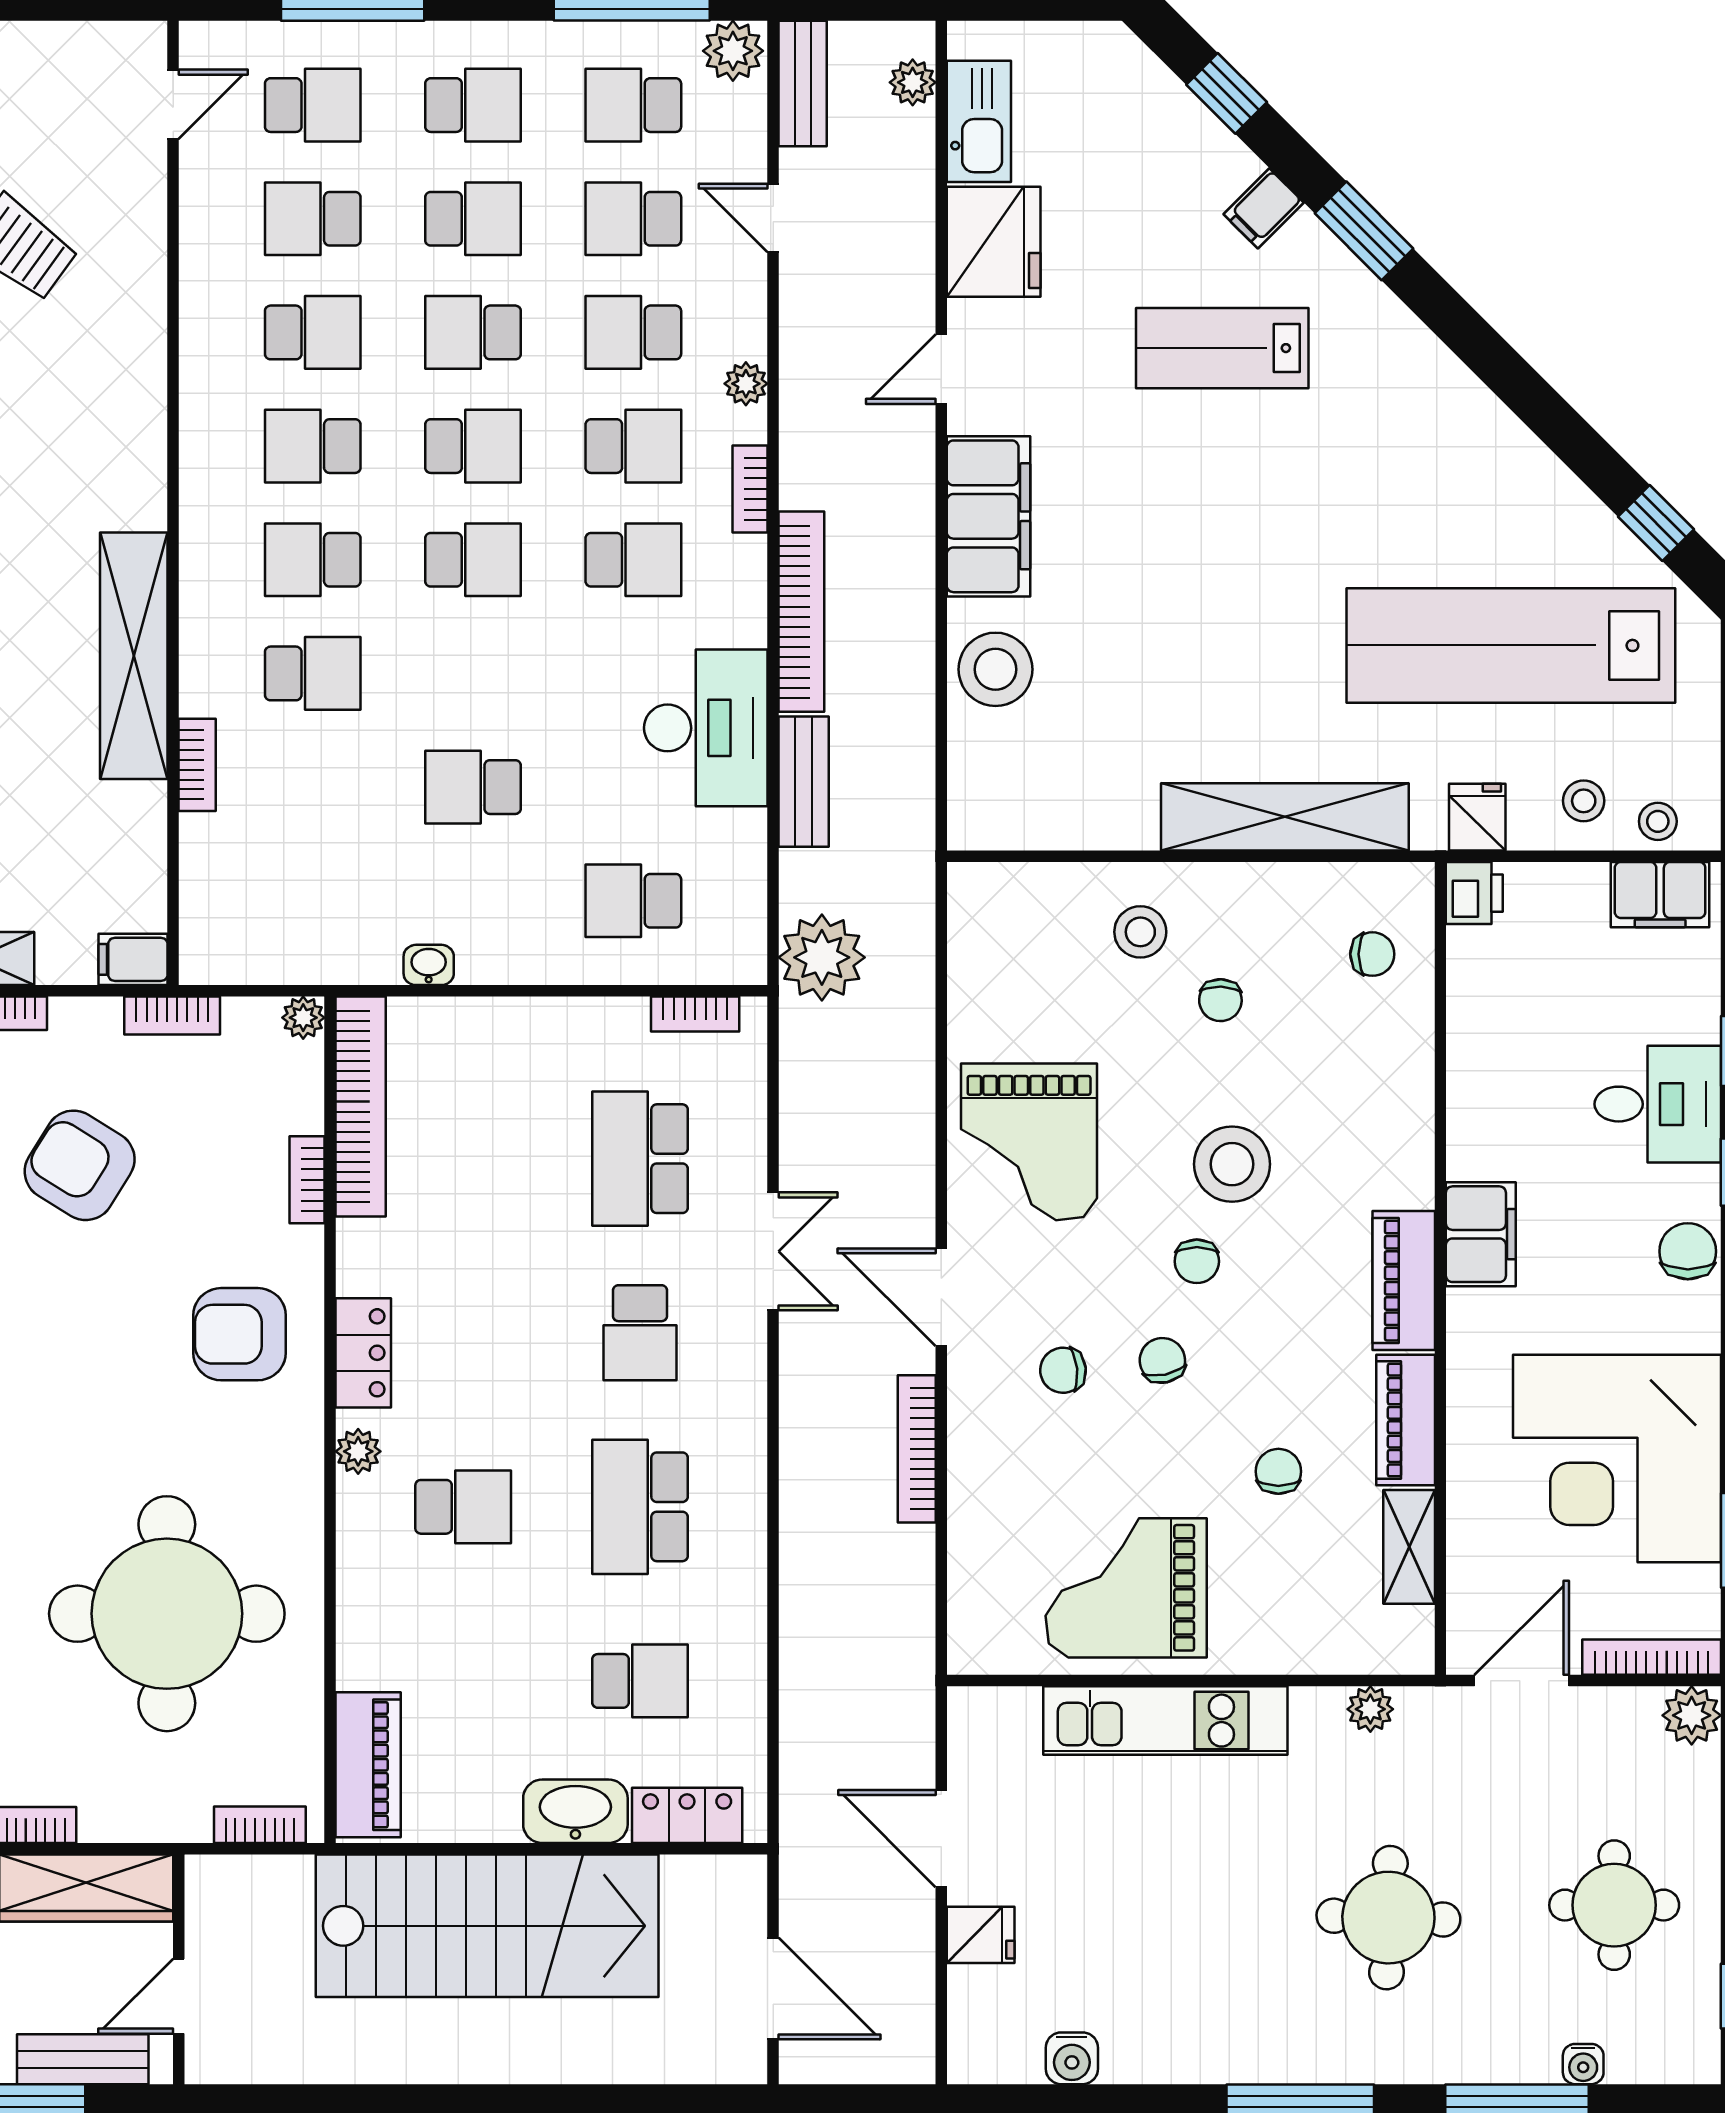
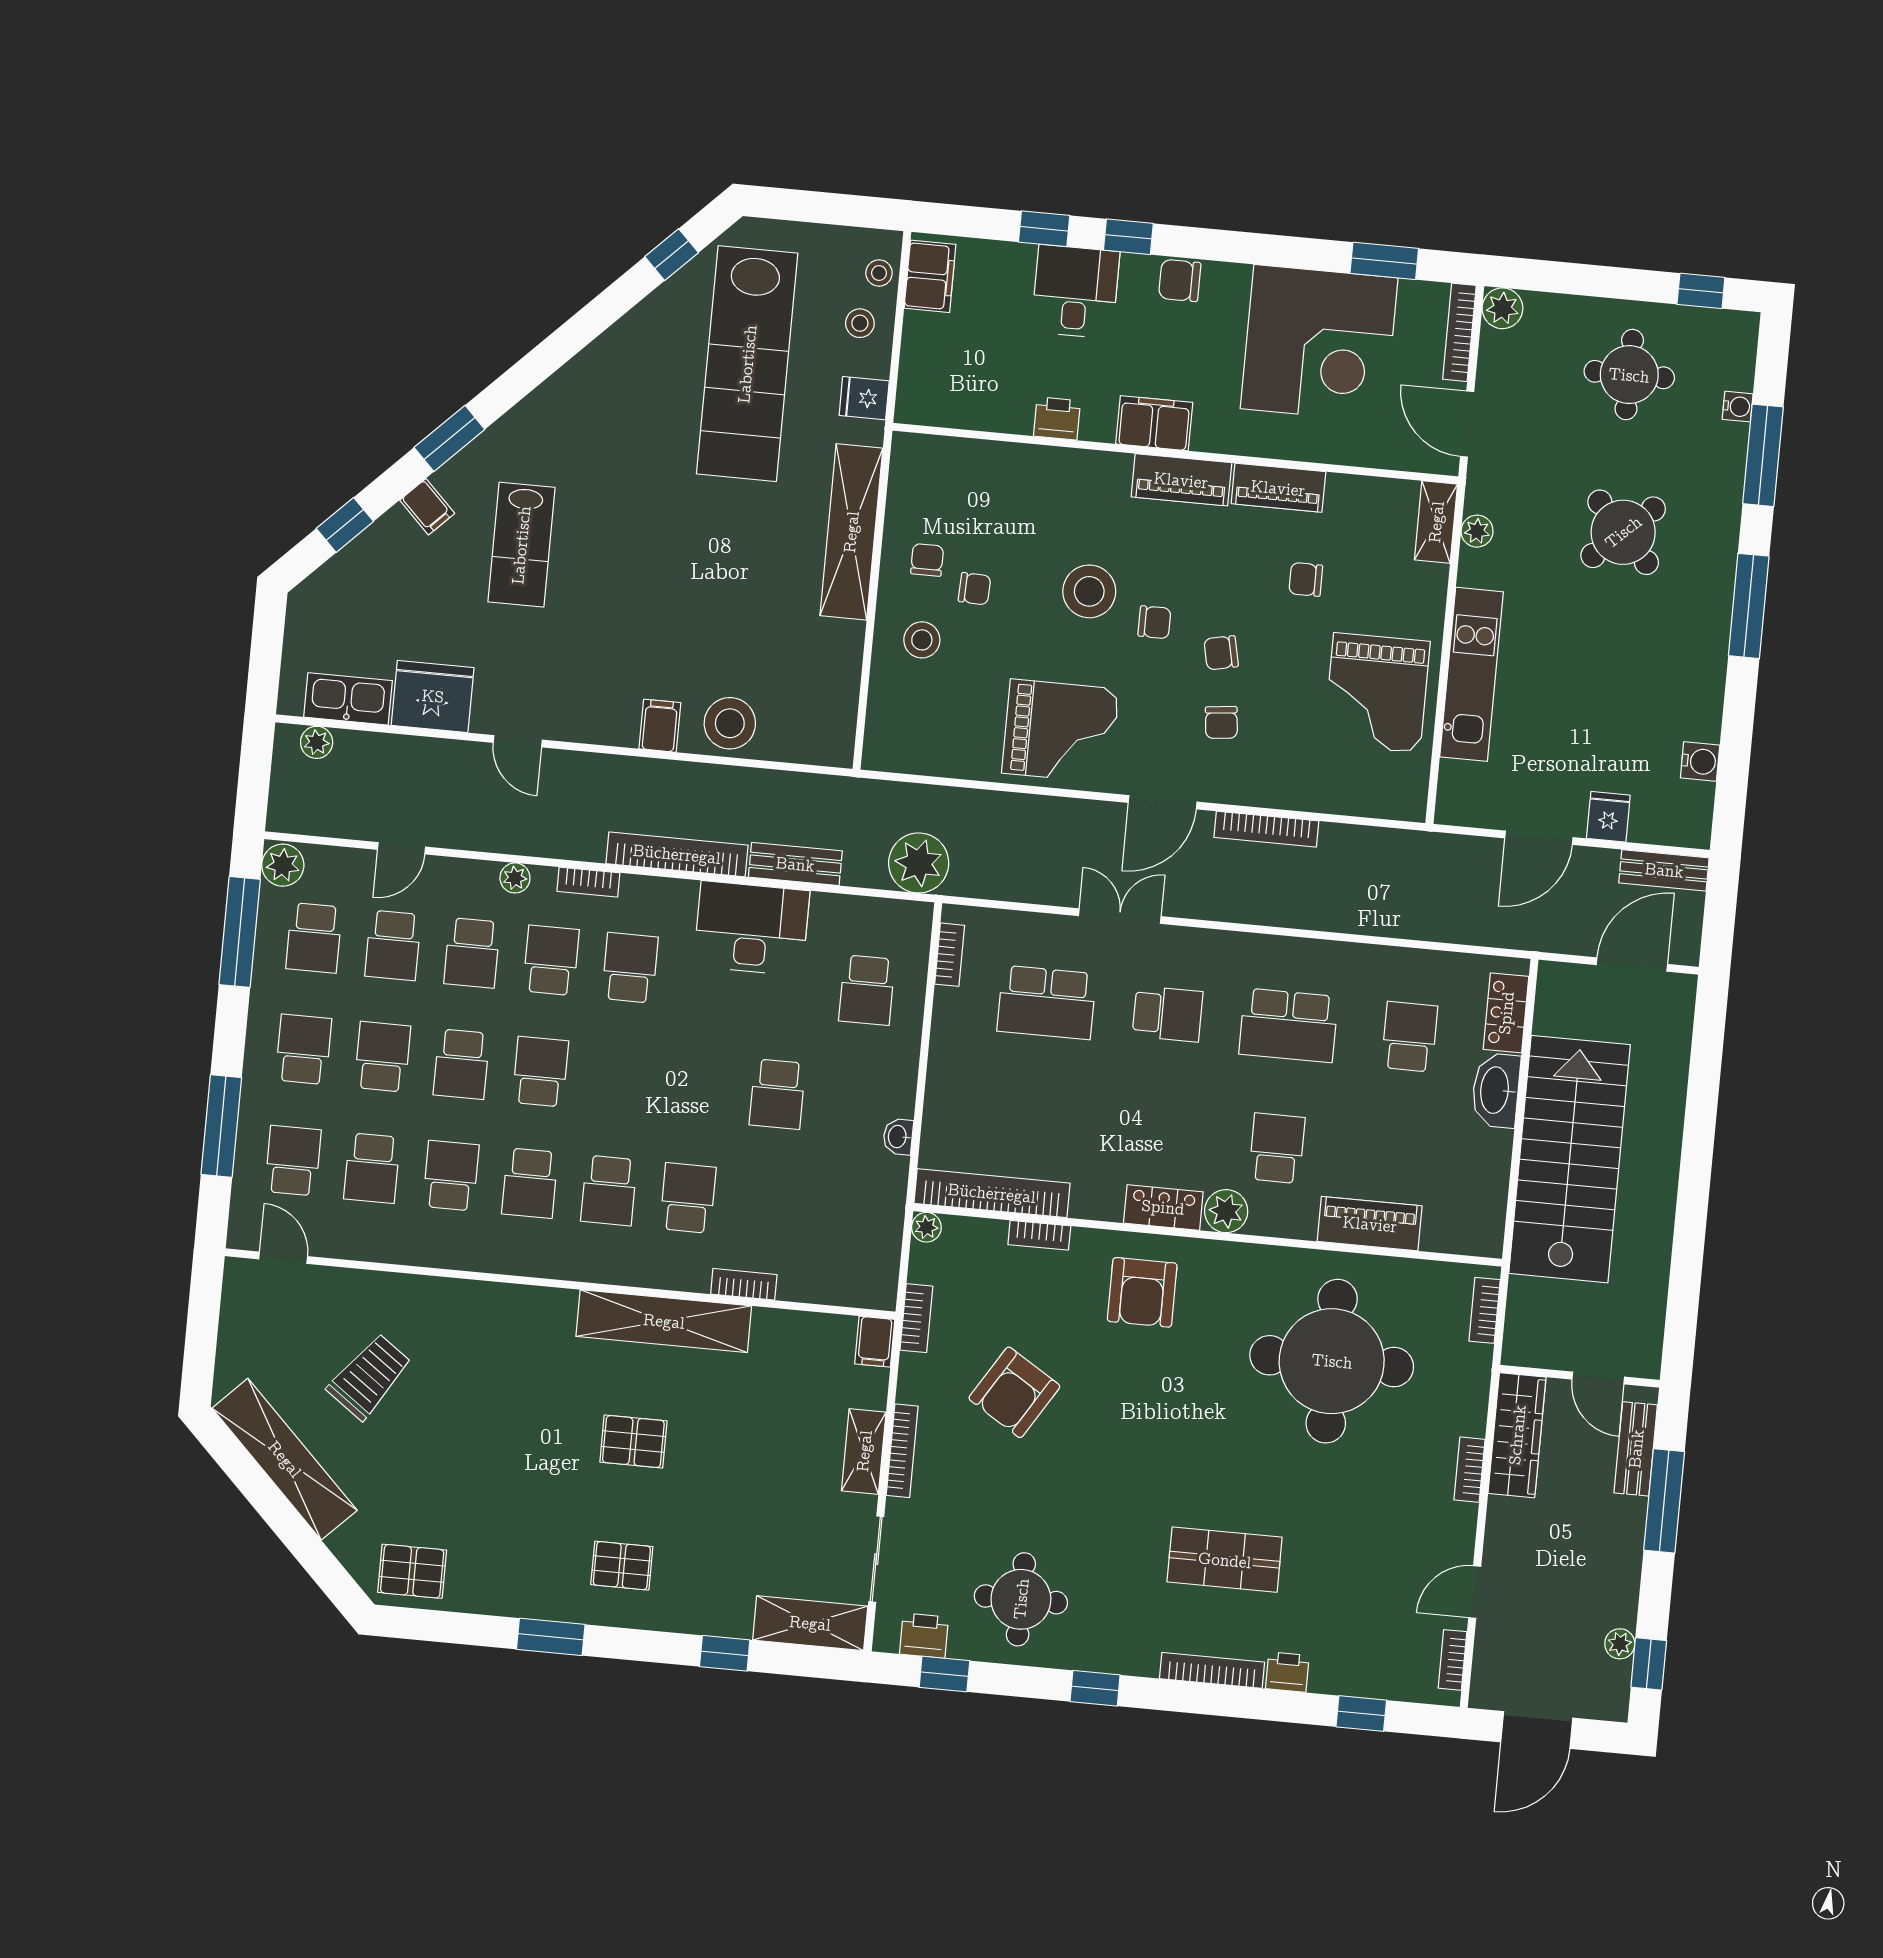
bench: (803, 84) -> (1664, 870), moved
filing cabinet: (989, 516) -> (660, 726), width x0.33, depth x0.86
school desk: (473, 560) -> (619, 1079), removed
printer: (1474, 893) -> (1057, 418), moved
chair: (1372, 954) -> (927, 560), moved
plant: (358, 1451) -> (1226, 1211), width x1.38, depth x1.38
shelving: (1409, 1547) -> (1436, 522), moved, turned 90
piano: (368, 1765) -> (1370, 1224), moved
round table: (1388, 1918) -> (1623, 532), turned 45

